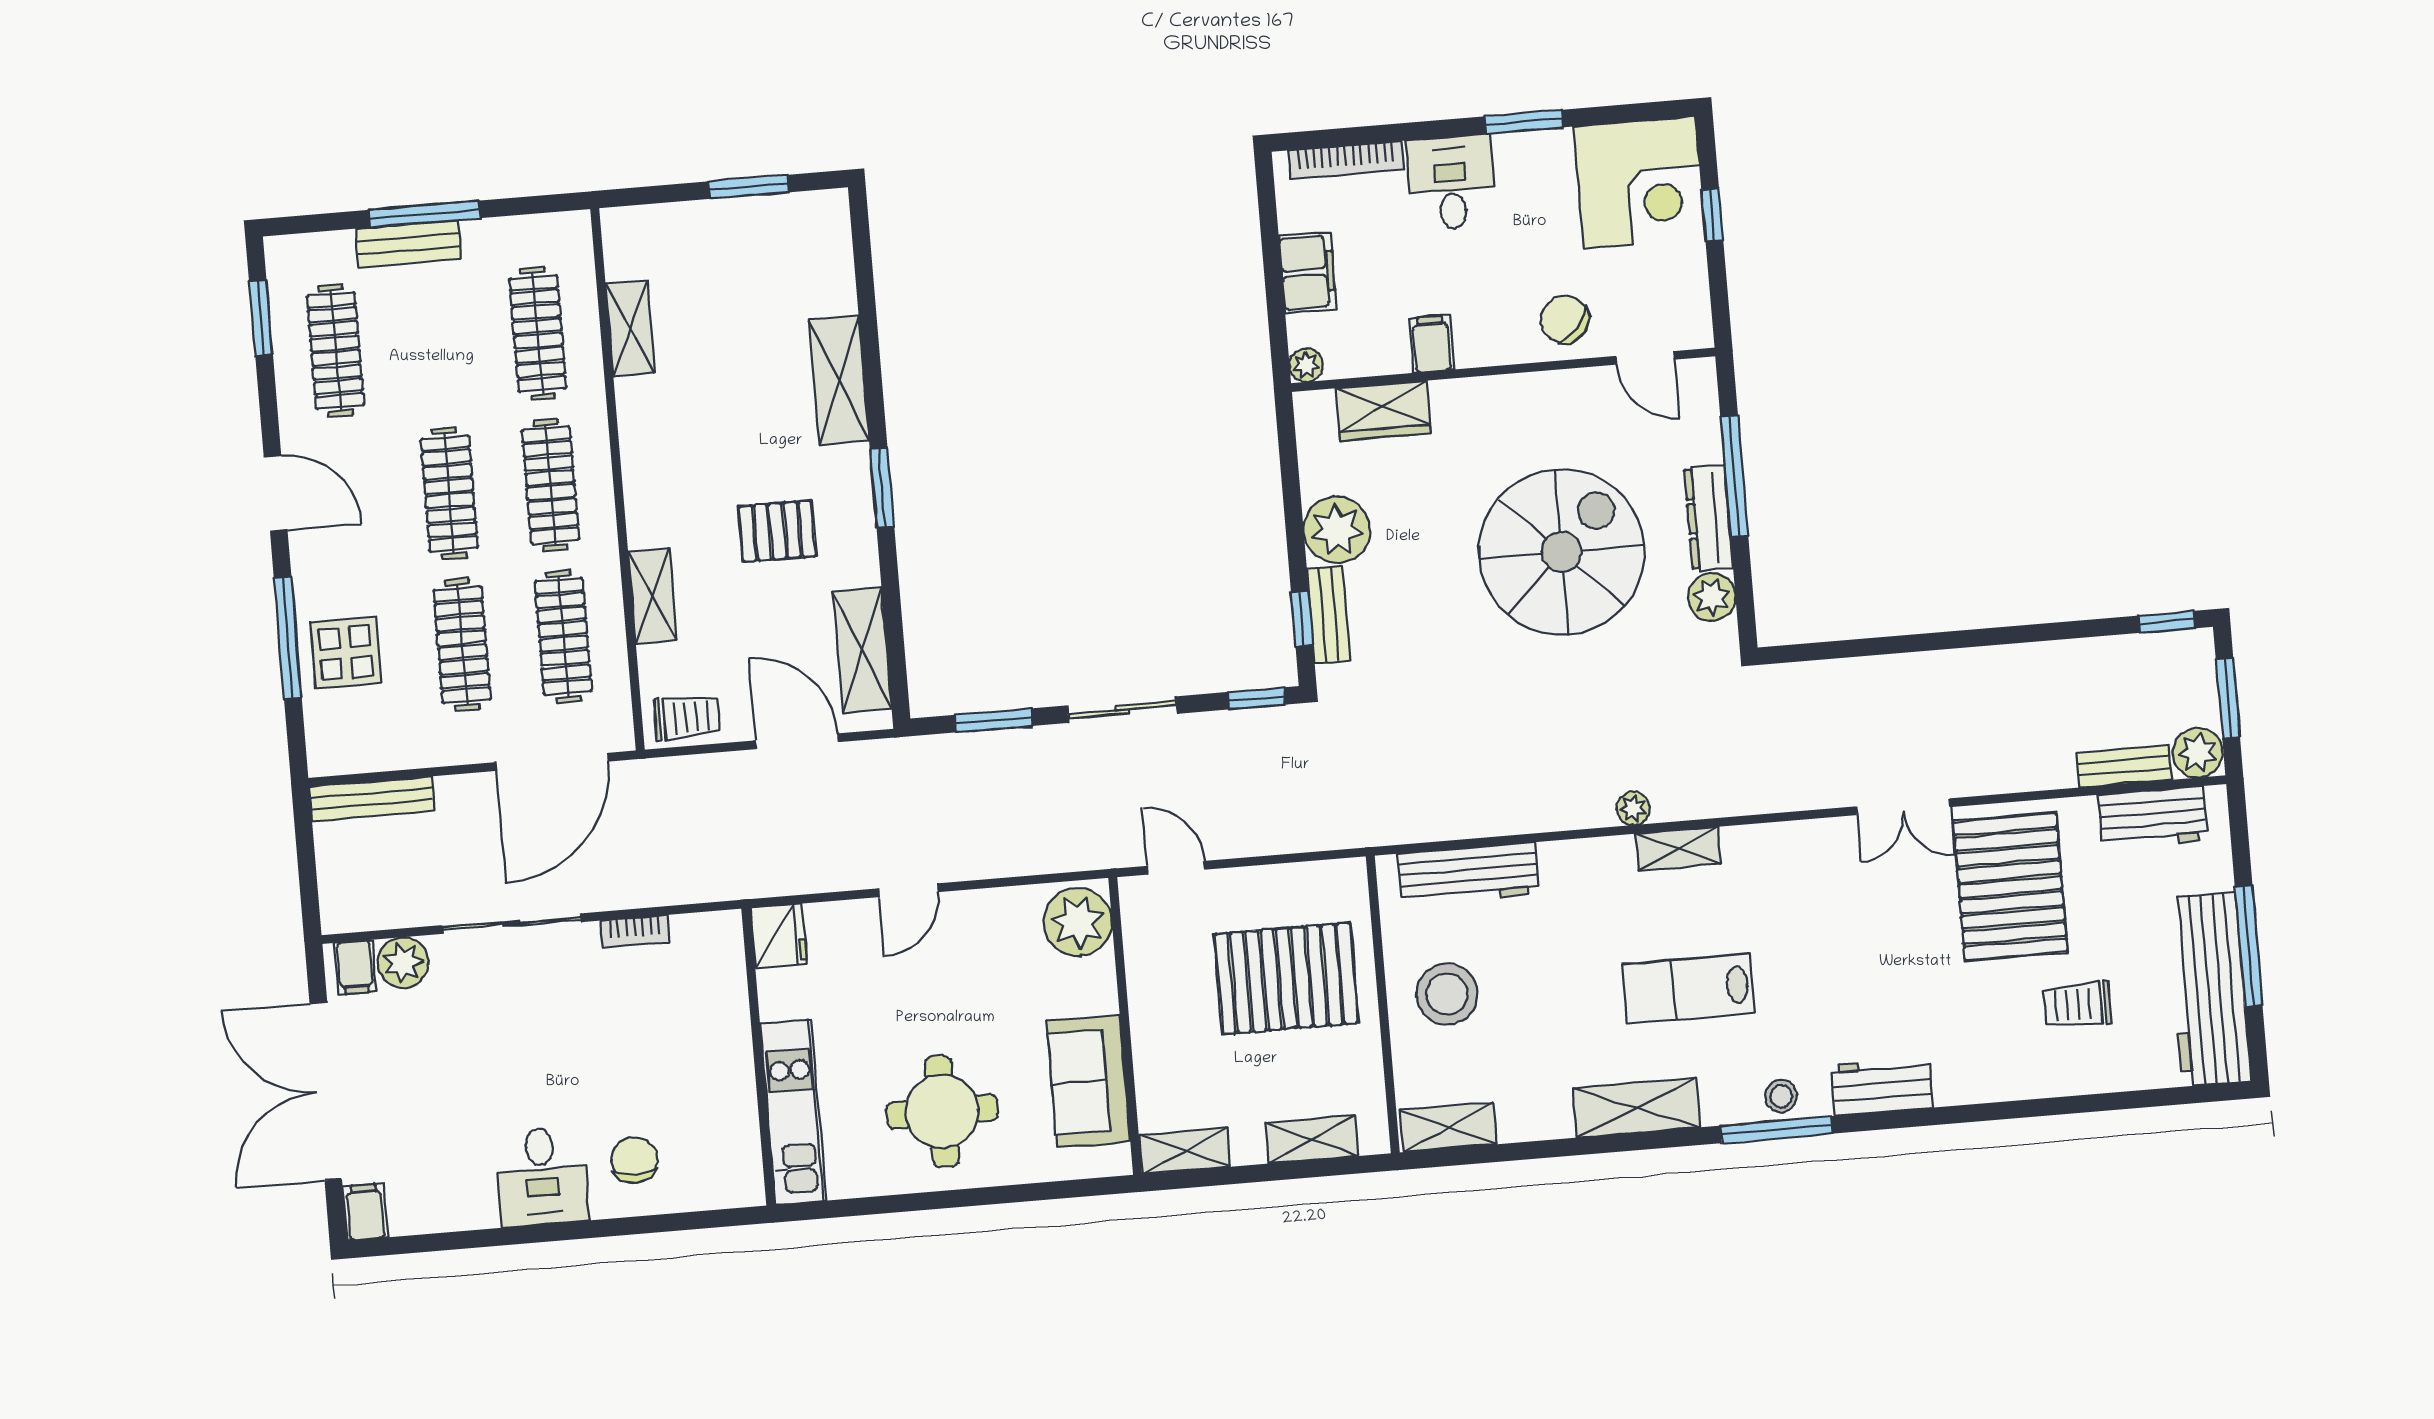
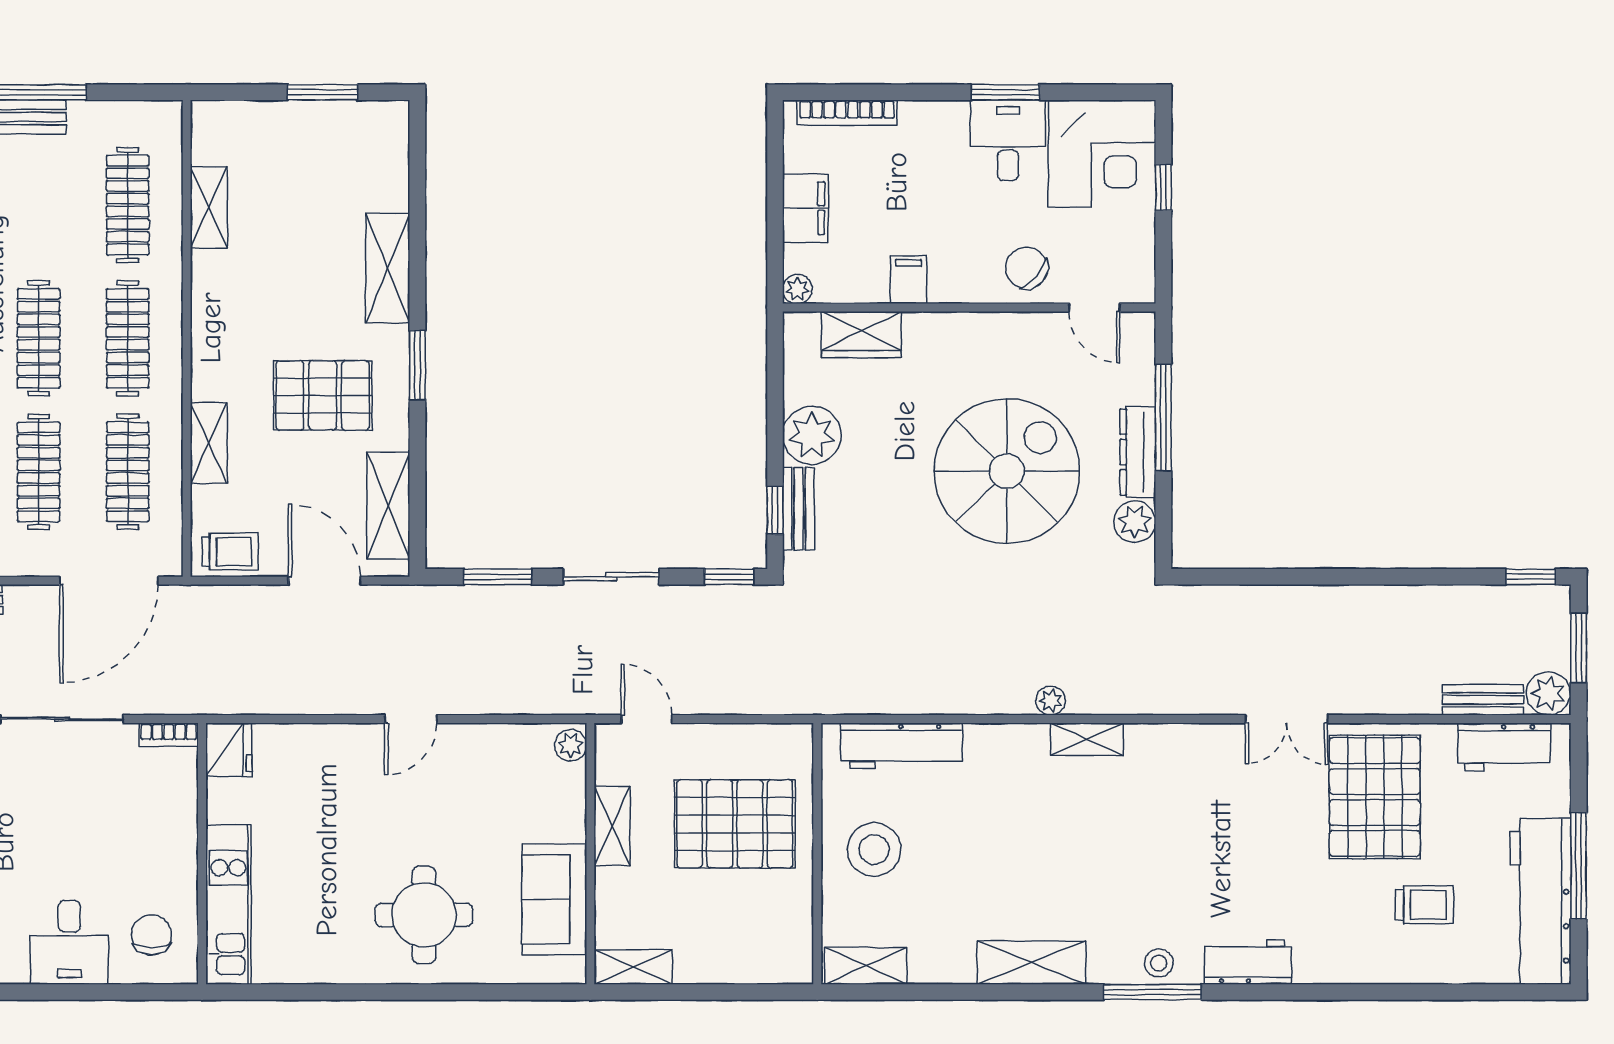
desk: (1451, 183) -> (1008, 140), moved
pallet: (777, 531) -> (323, 395), width x1.50, depth x1.42
plant: (1078, 922) -> (571, 745), width x0.53, depth x0.53
fridge: (779, 936) -> (229, 749), moved
lab bench: (1689, 988) -> (1086, 862), removed
trolley: (2077, 1004) -> (1424, 905), turned 180
wall: (758, 1057) -> (202, 854), moved
kitchen unit: (793, 1112) -> (228, 905), moved
shelving: (1312, 1139) -> (612, 826), moved, turned 90

